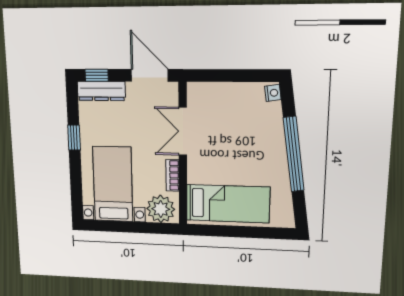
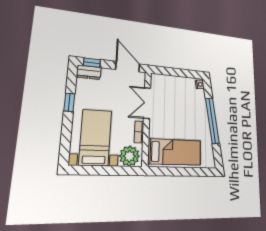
dresser: (101, 91) -> (89, 72), width x0.70

